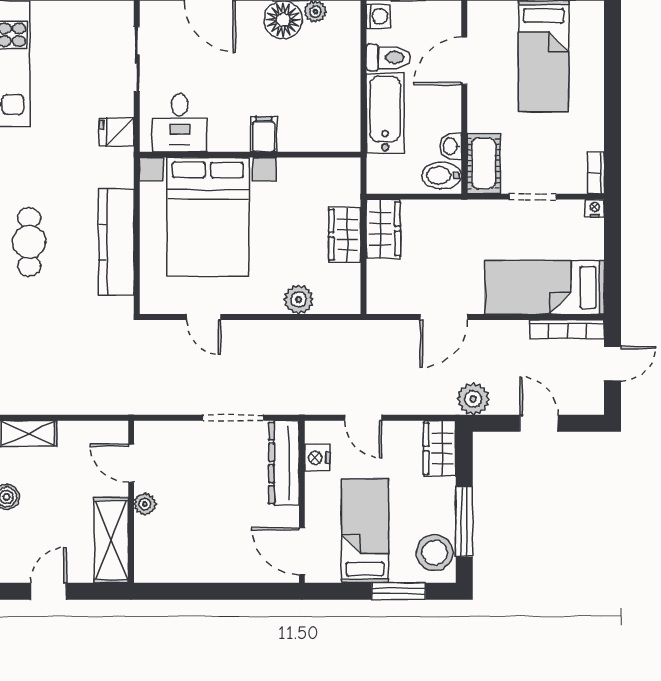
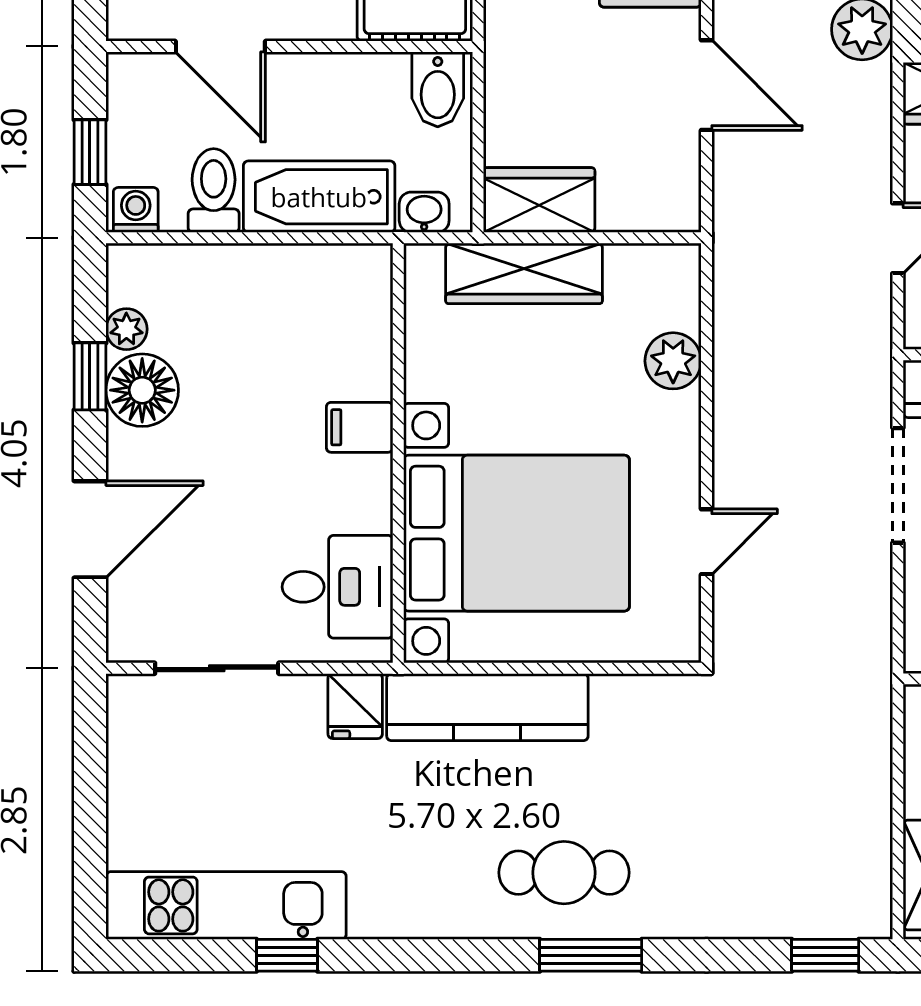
washbasin: (451, 146) -> (424, 212), moved, turned 180
wardrobe: (345, 235) -> (524, 273), width x1.50
kitchen counter: (116, 242) -> (487, 707), moved

